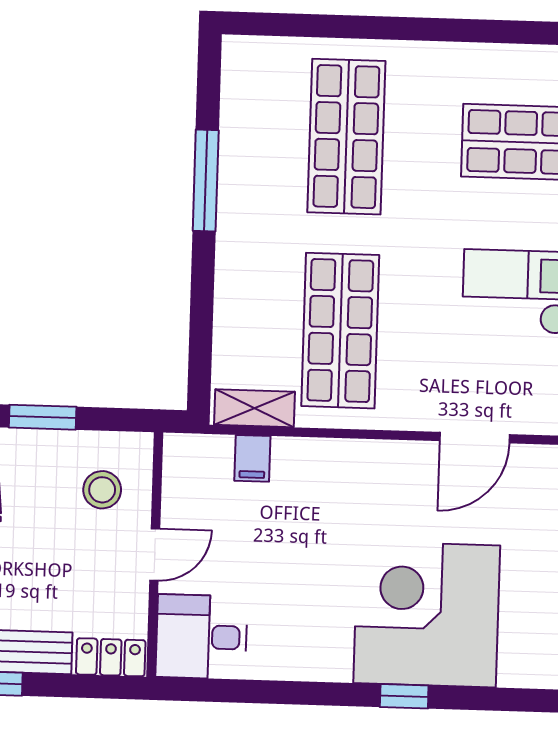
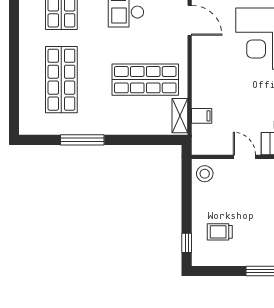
shop shelf: (346, 137) -> (61, 80), turned 90
window: (43, 417) -> (187, 207), removed
stool: (102, 490) -> (205, 174), moved

